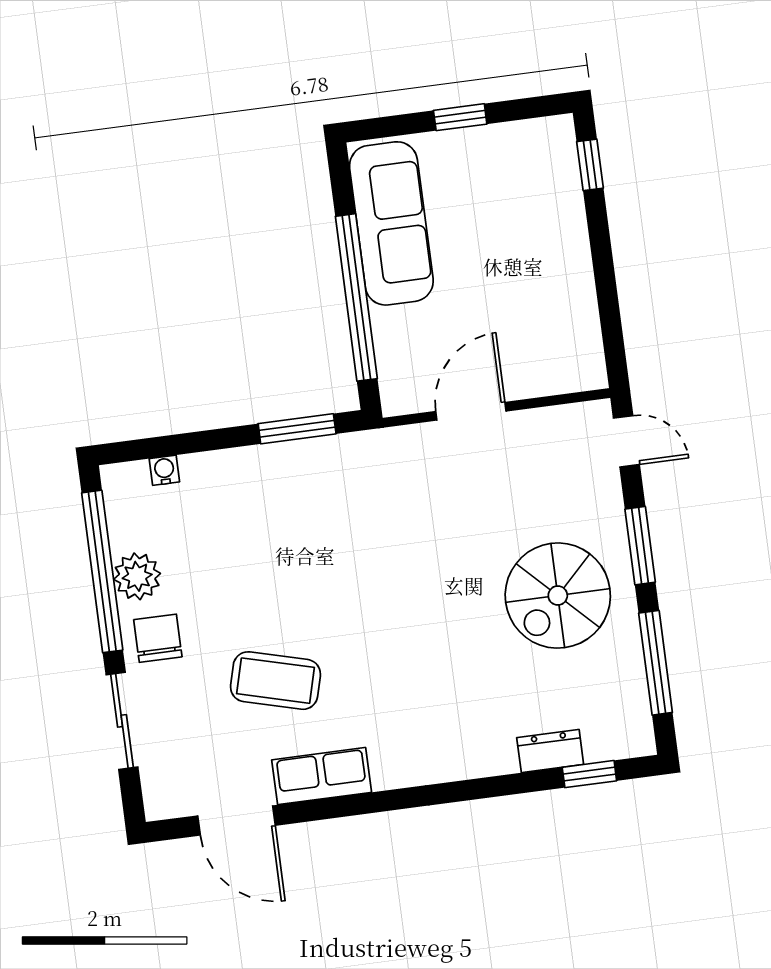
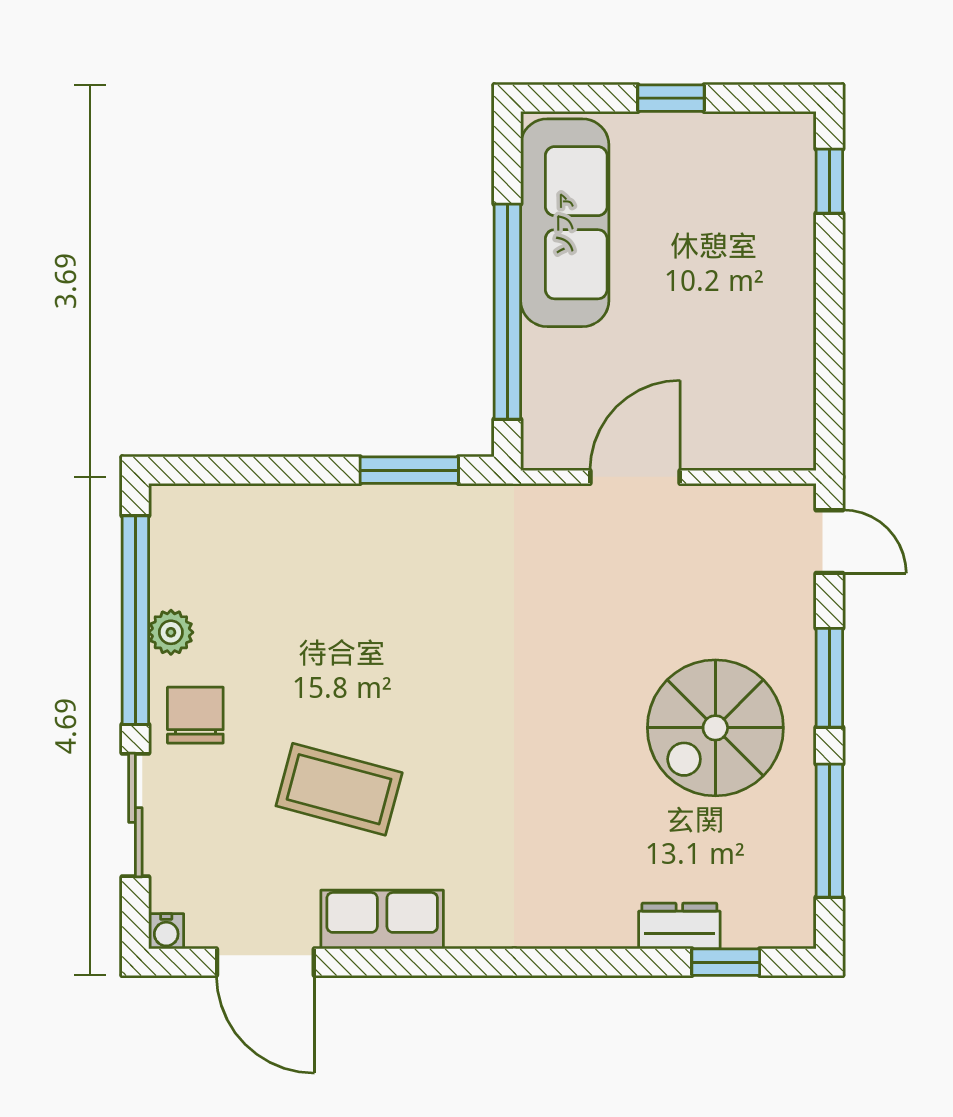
water cooler: (164, 470) -> (166, 931), moved, turned 180
plant: (137, 576) -> (171, 632), width x0.73, depth x0.73

